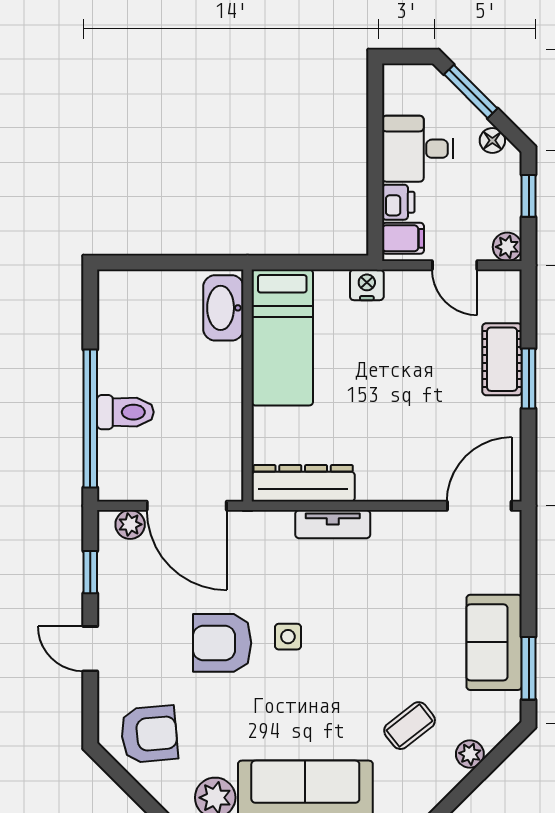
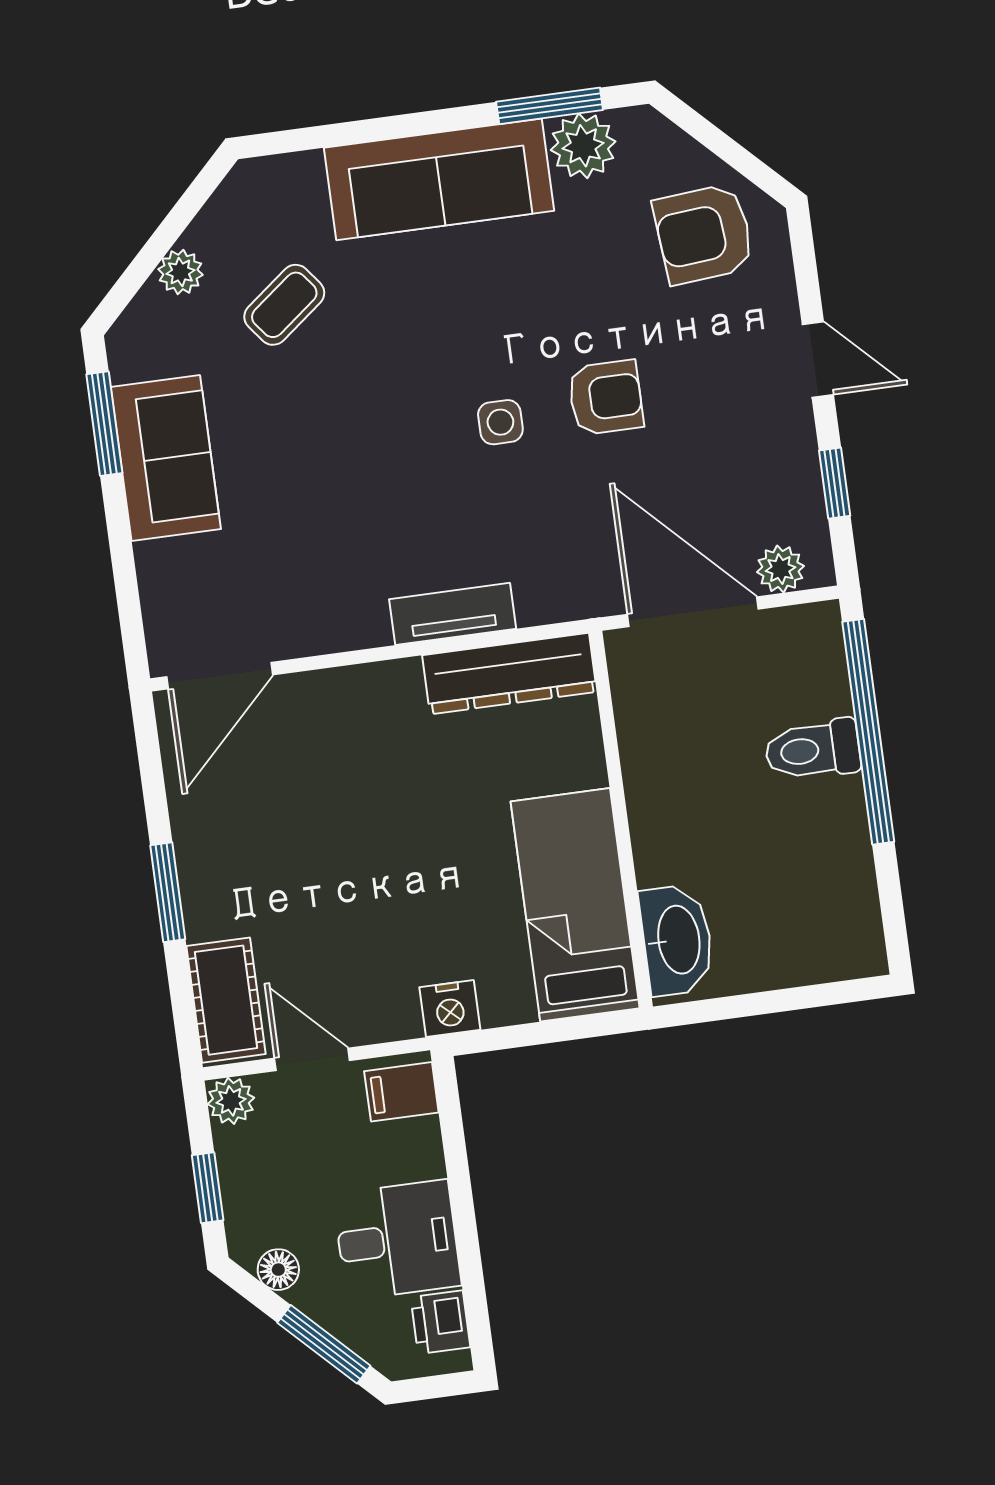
printer: (398, 202) -> (440, 1322), moved
cot: (502, 359) -> (226, 1000), moved
armchair: (222, 643) -> (606, 397), width x0.72, depth x0.72

